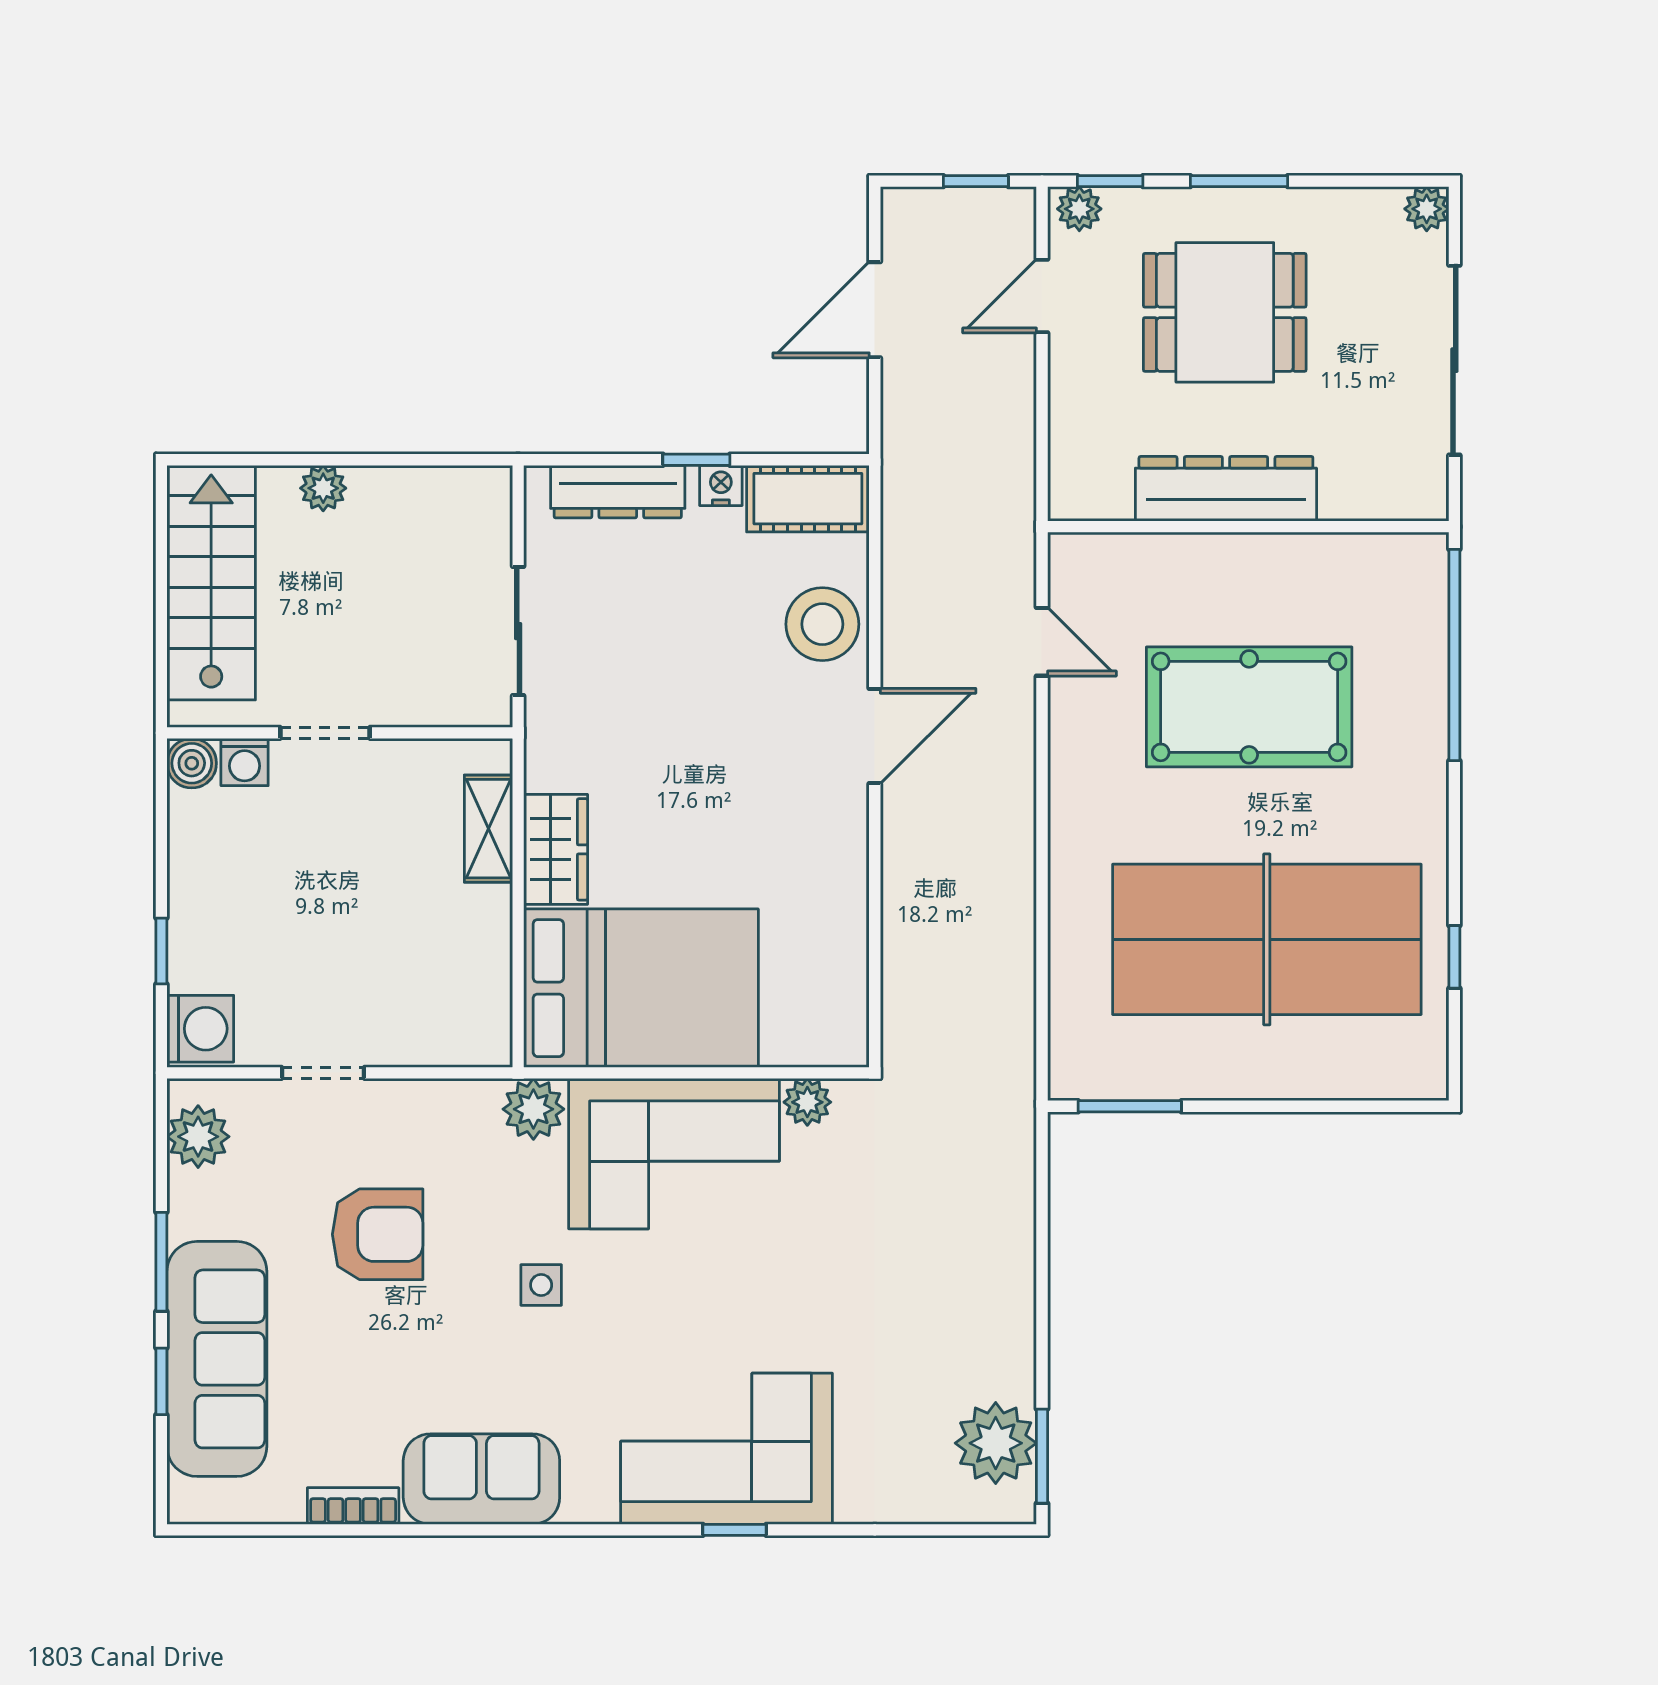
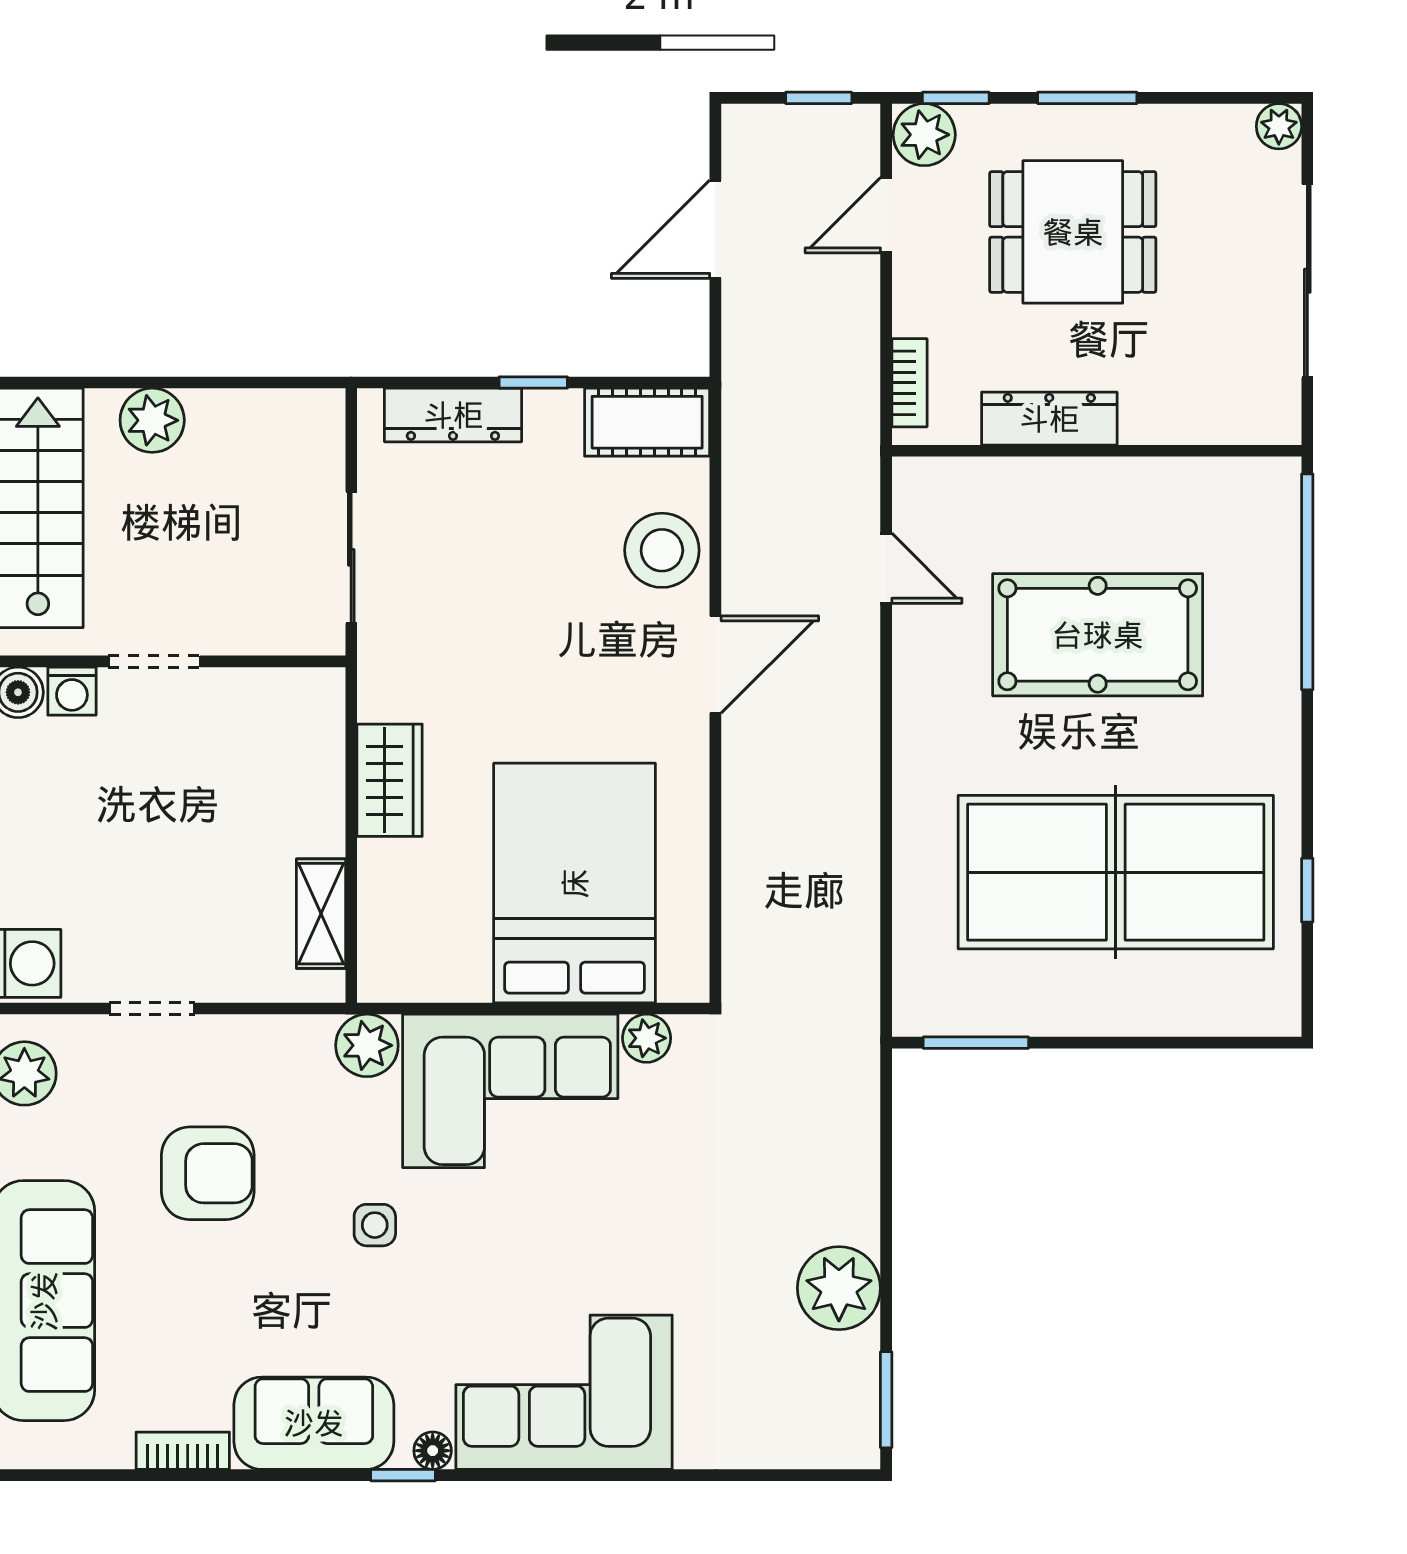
plant: (1079, 209) -> (924, 135), width x1.38, depth x1.38
bookcase: (1065, 460) -> (909, 383), added
nightstand: (721, 485) -> (558, 409), removed
plant: (323, 488) -> (152, 420), width x1.38, depth x1.38
dresser: (1226, 489) -> (1049, 419), width x0.73, depth x0.80
shelving: (488, 829) -> (321, 914), moved
bed: (641, 988) -> (575, 883), moved, turned -90
plant: (996, 1443) -> (839, 1288), moved
floor lamp: (598, 1506) -> (433, 1451), added
window: (734, 1530) -> (403, 1475), moved

